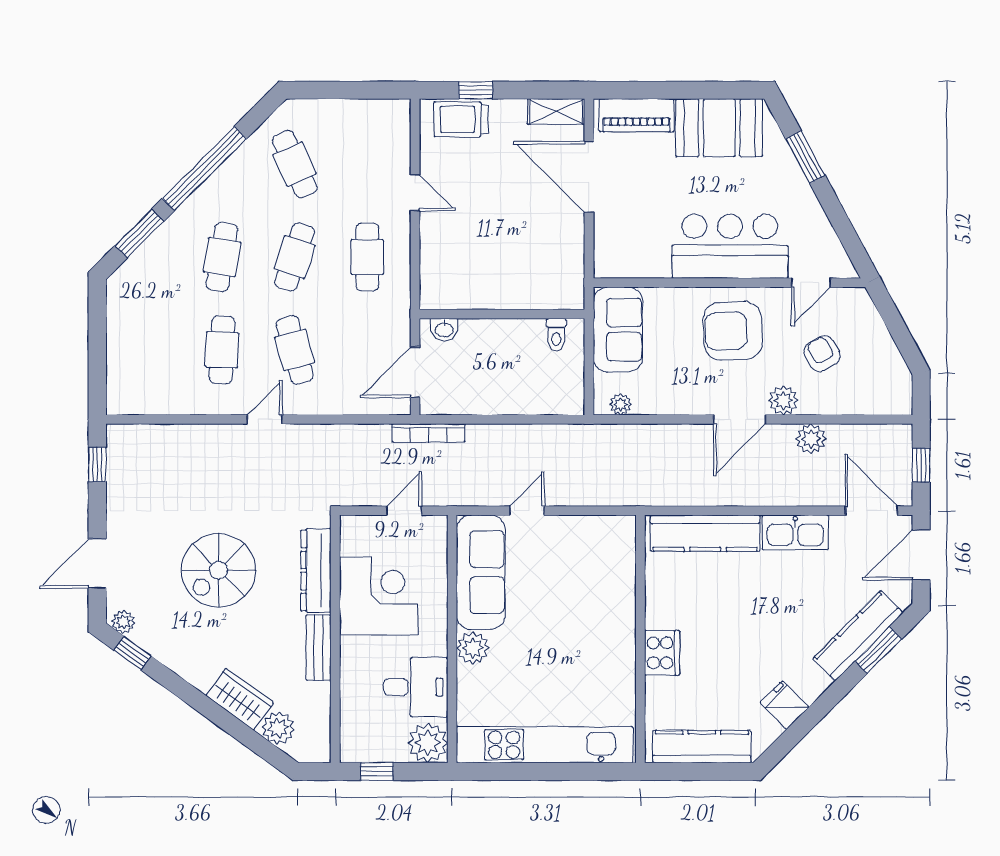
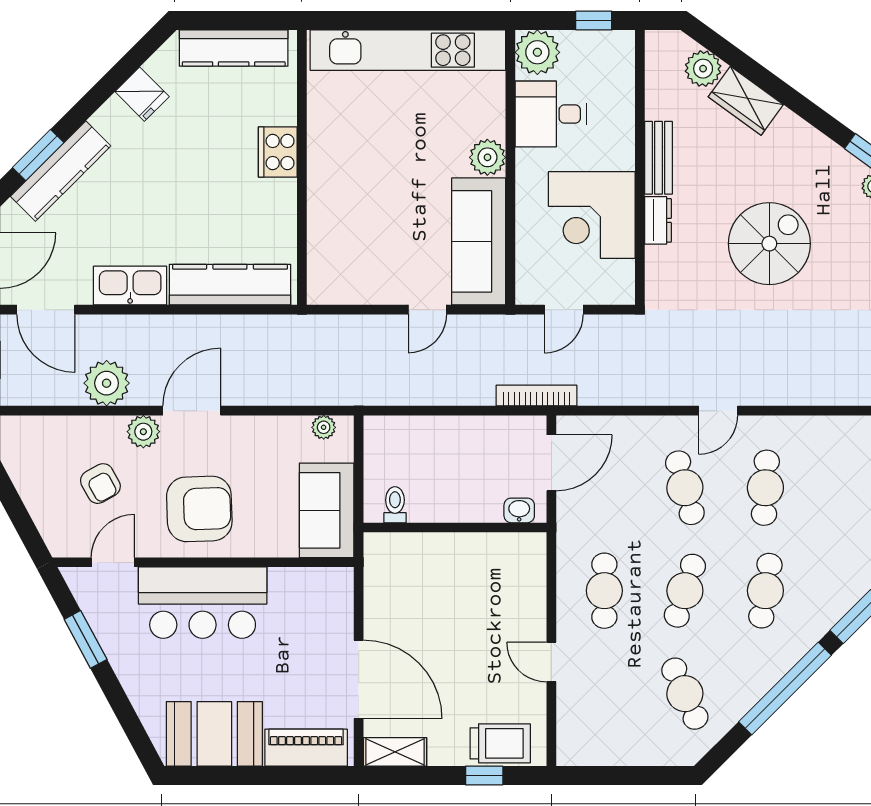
window: (805, 157) -> (86, 639), moved
plant: (811, 439) -> (107, 383), width x1.36, depth x1.36
dresser: (316, 571) -> (658, 220), width x0.51, depth x0.80

